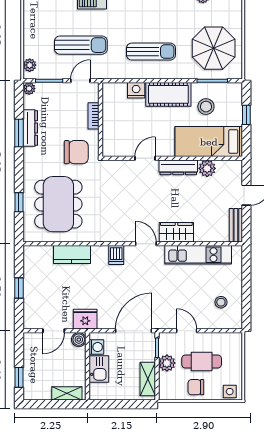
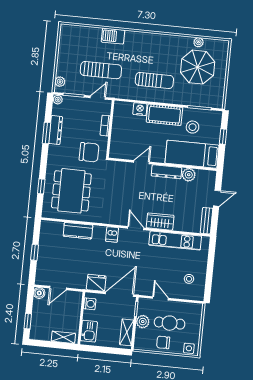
parasol: (214, 48) -> (198, 67), moved
fridge: (85, 319) -> (96, 283), moved
boiler: (79, 340) -> (39, 293), moved
kitchen sink: (99, 369) -> (89, 331), moved

